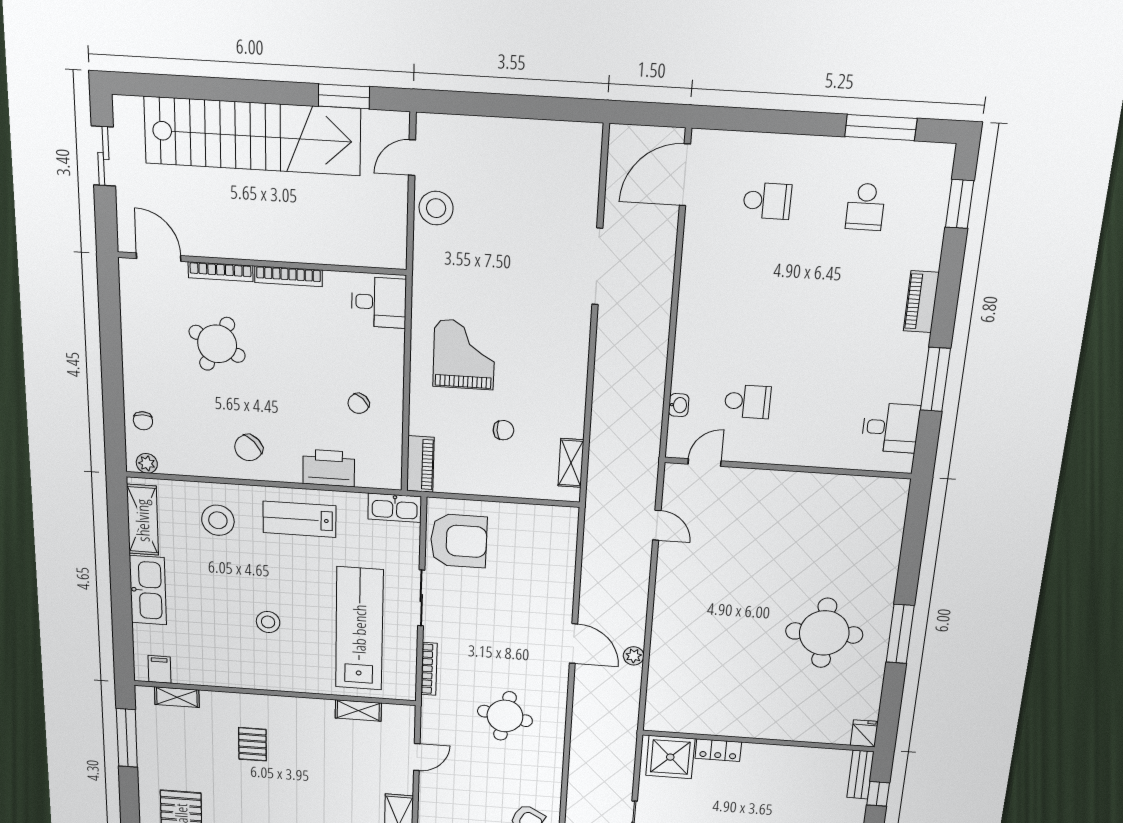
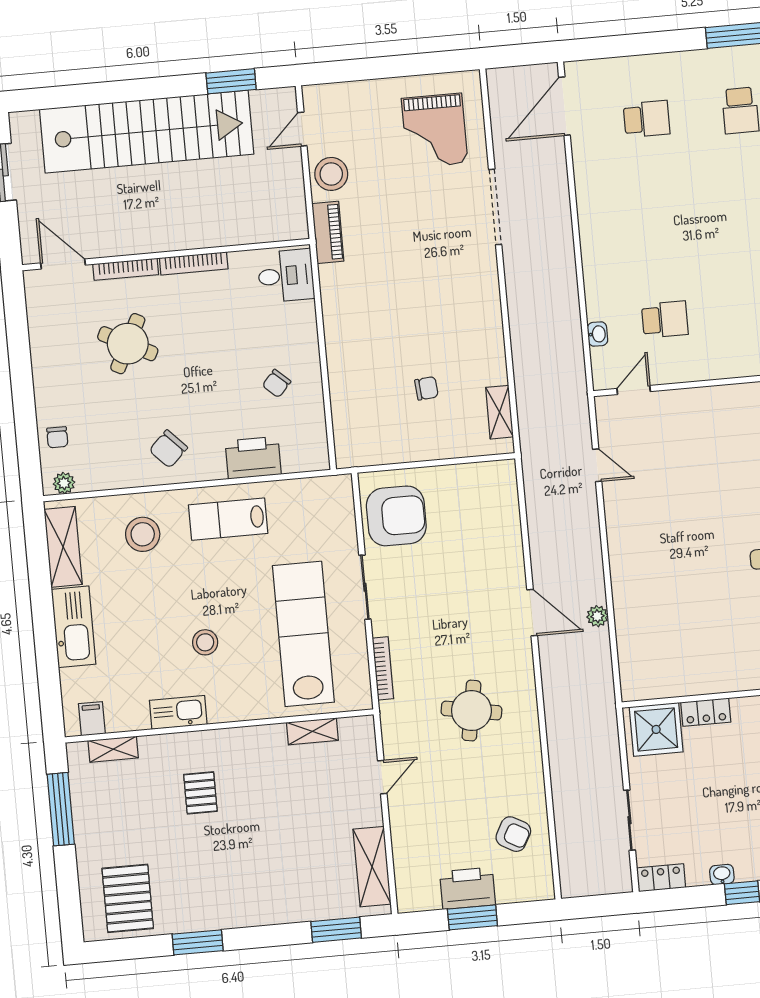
grand piano: (464, 355) -> (435, 131), moved, turned 180
piano: (420, 464) -> (328, 232), moved
kitchen sink: (395, 508) -> (178, 712), moved, turned 180

